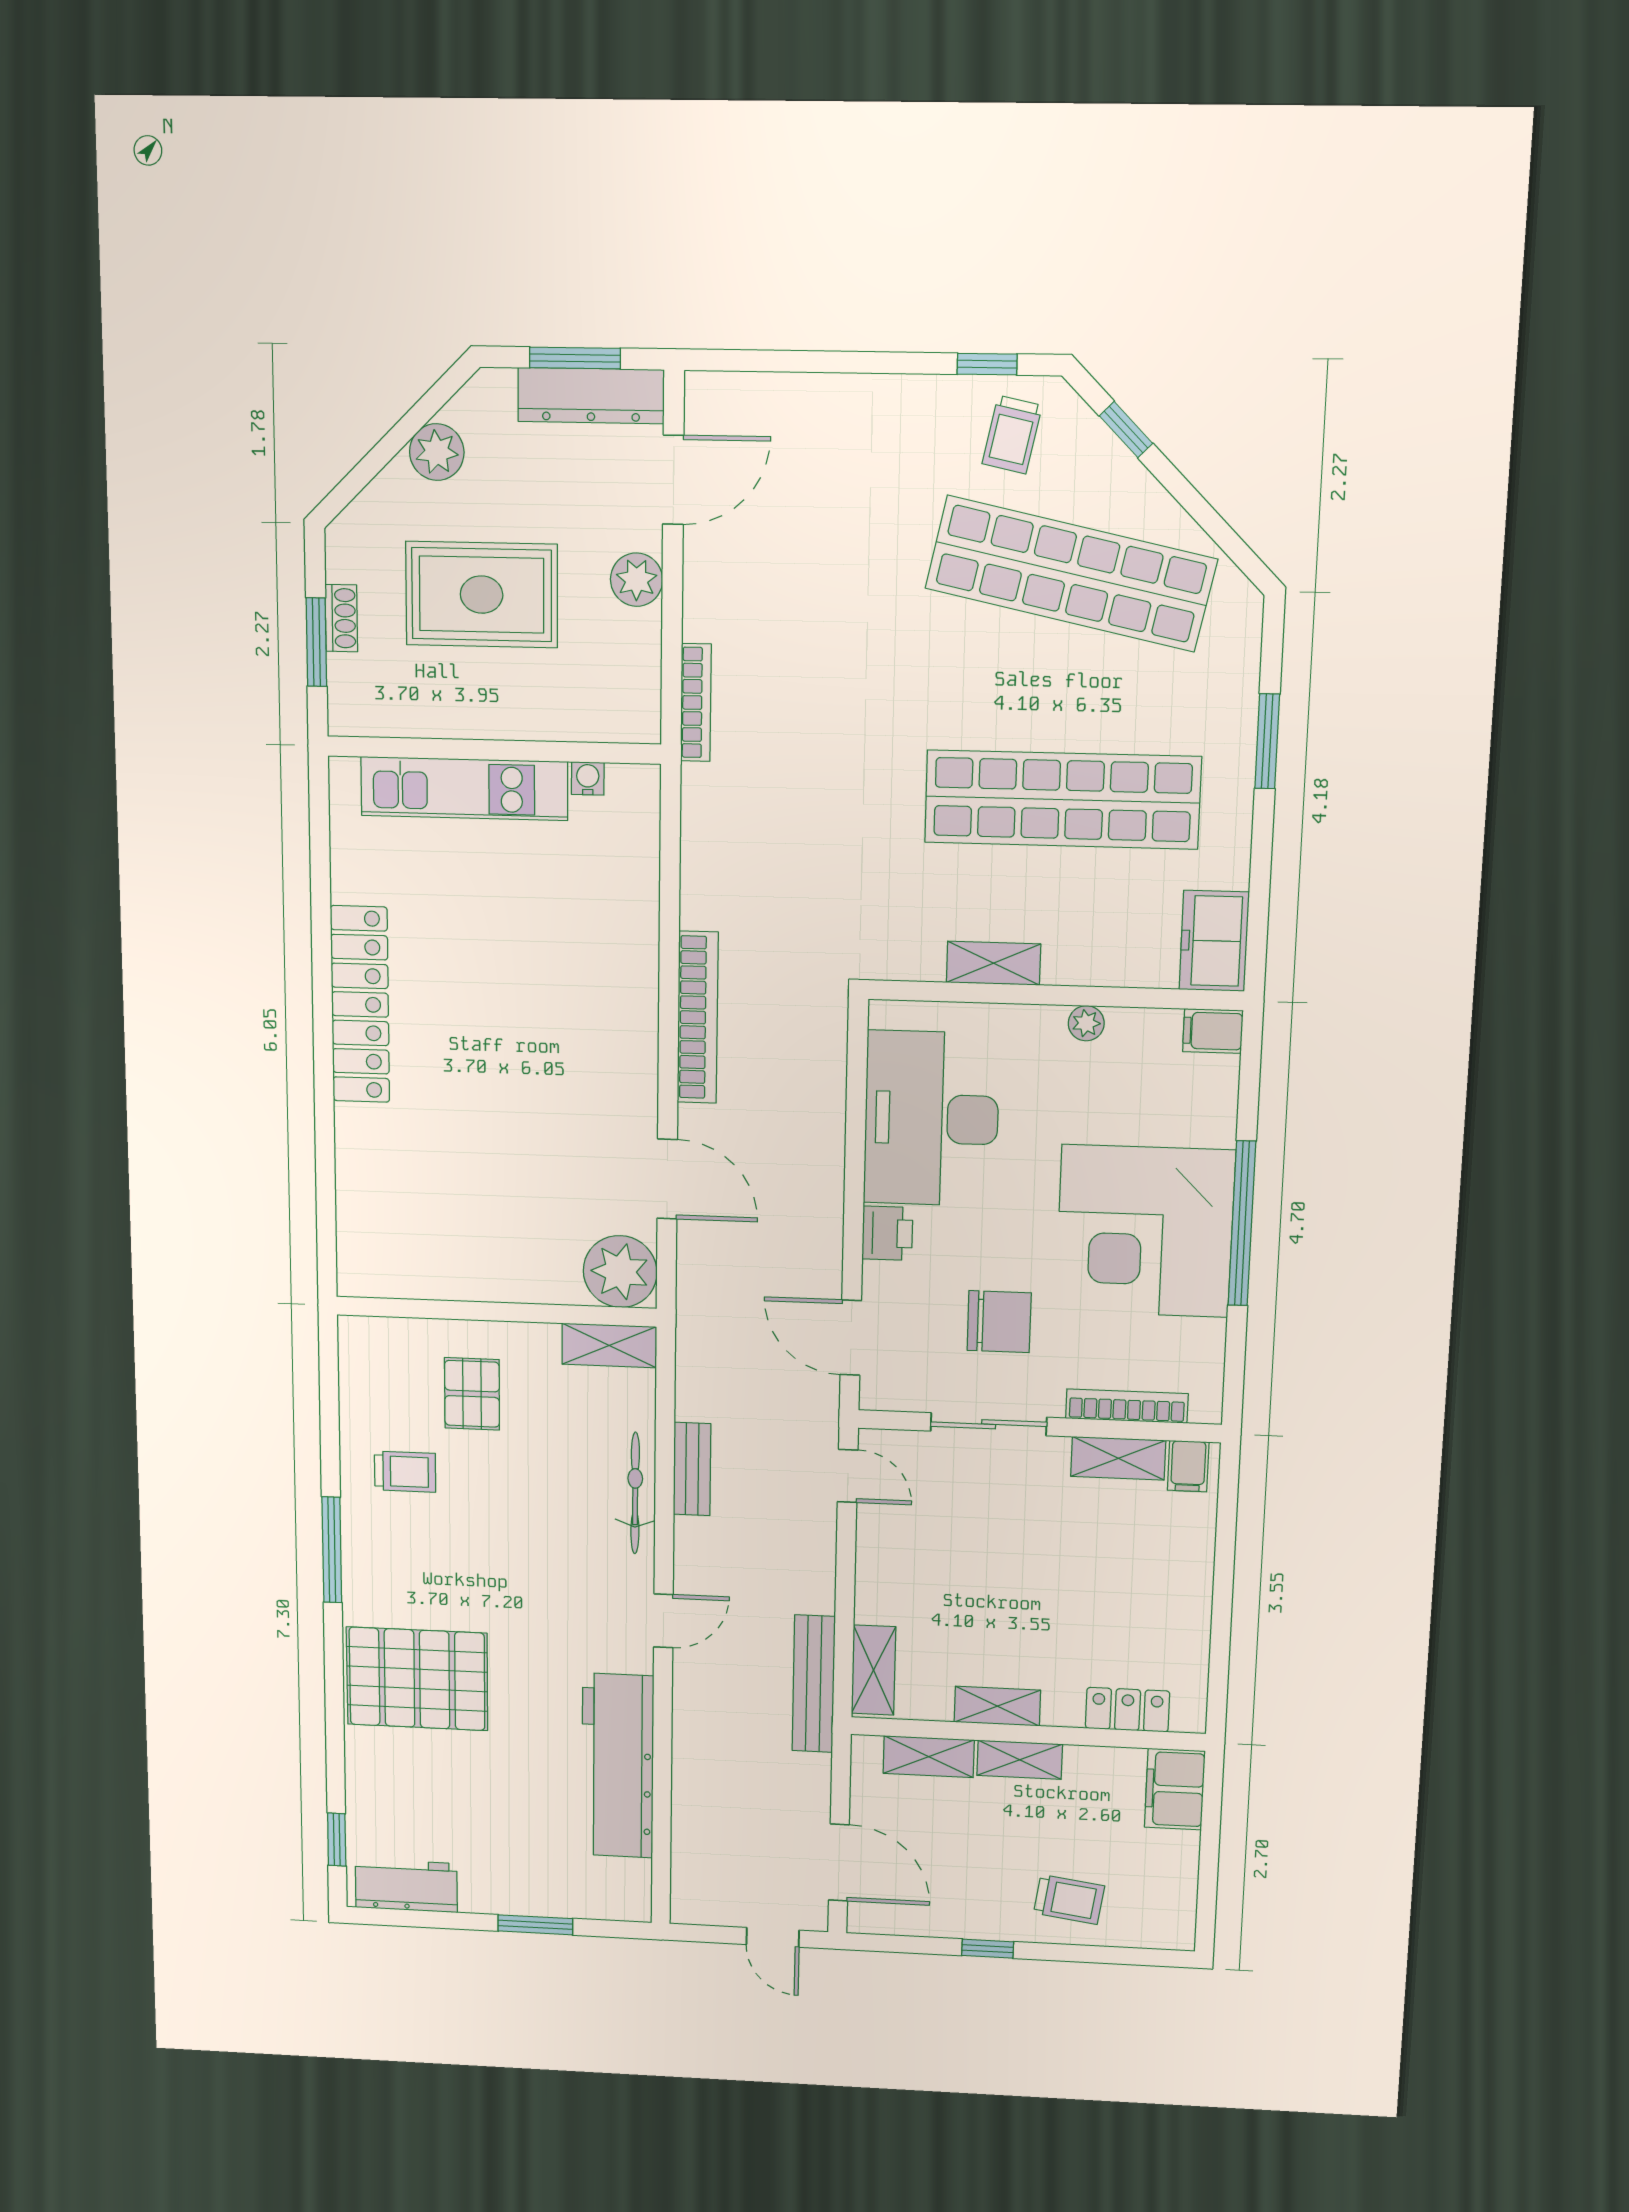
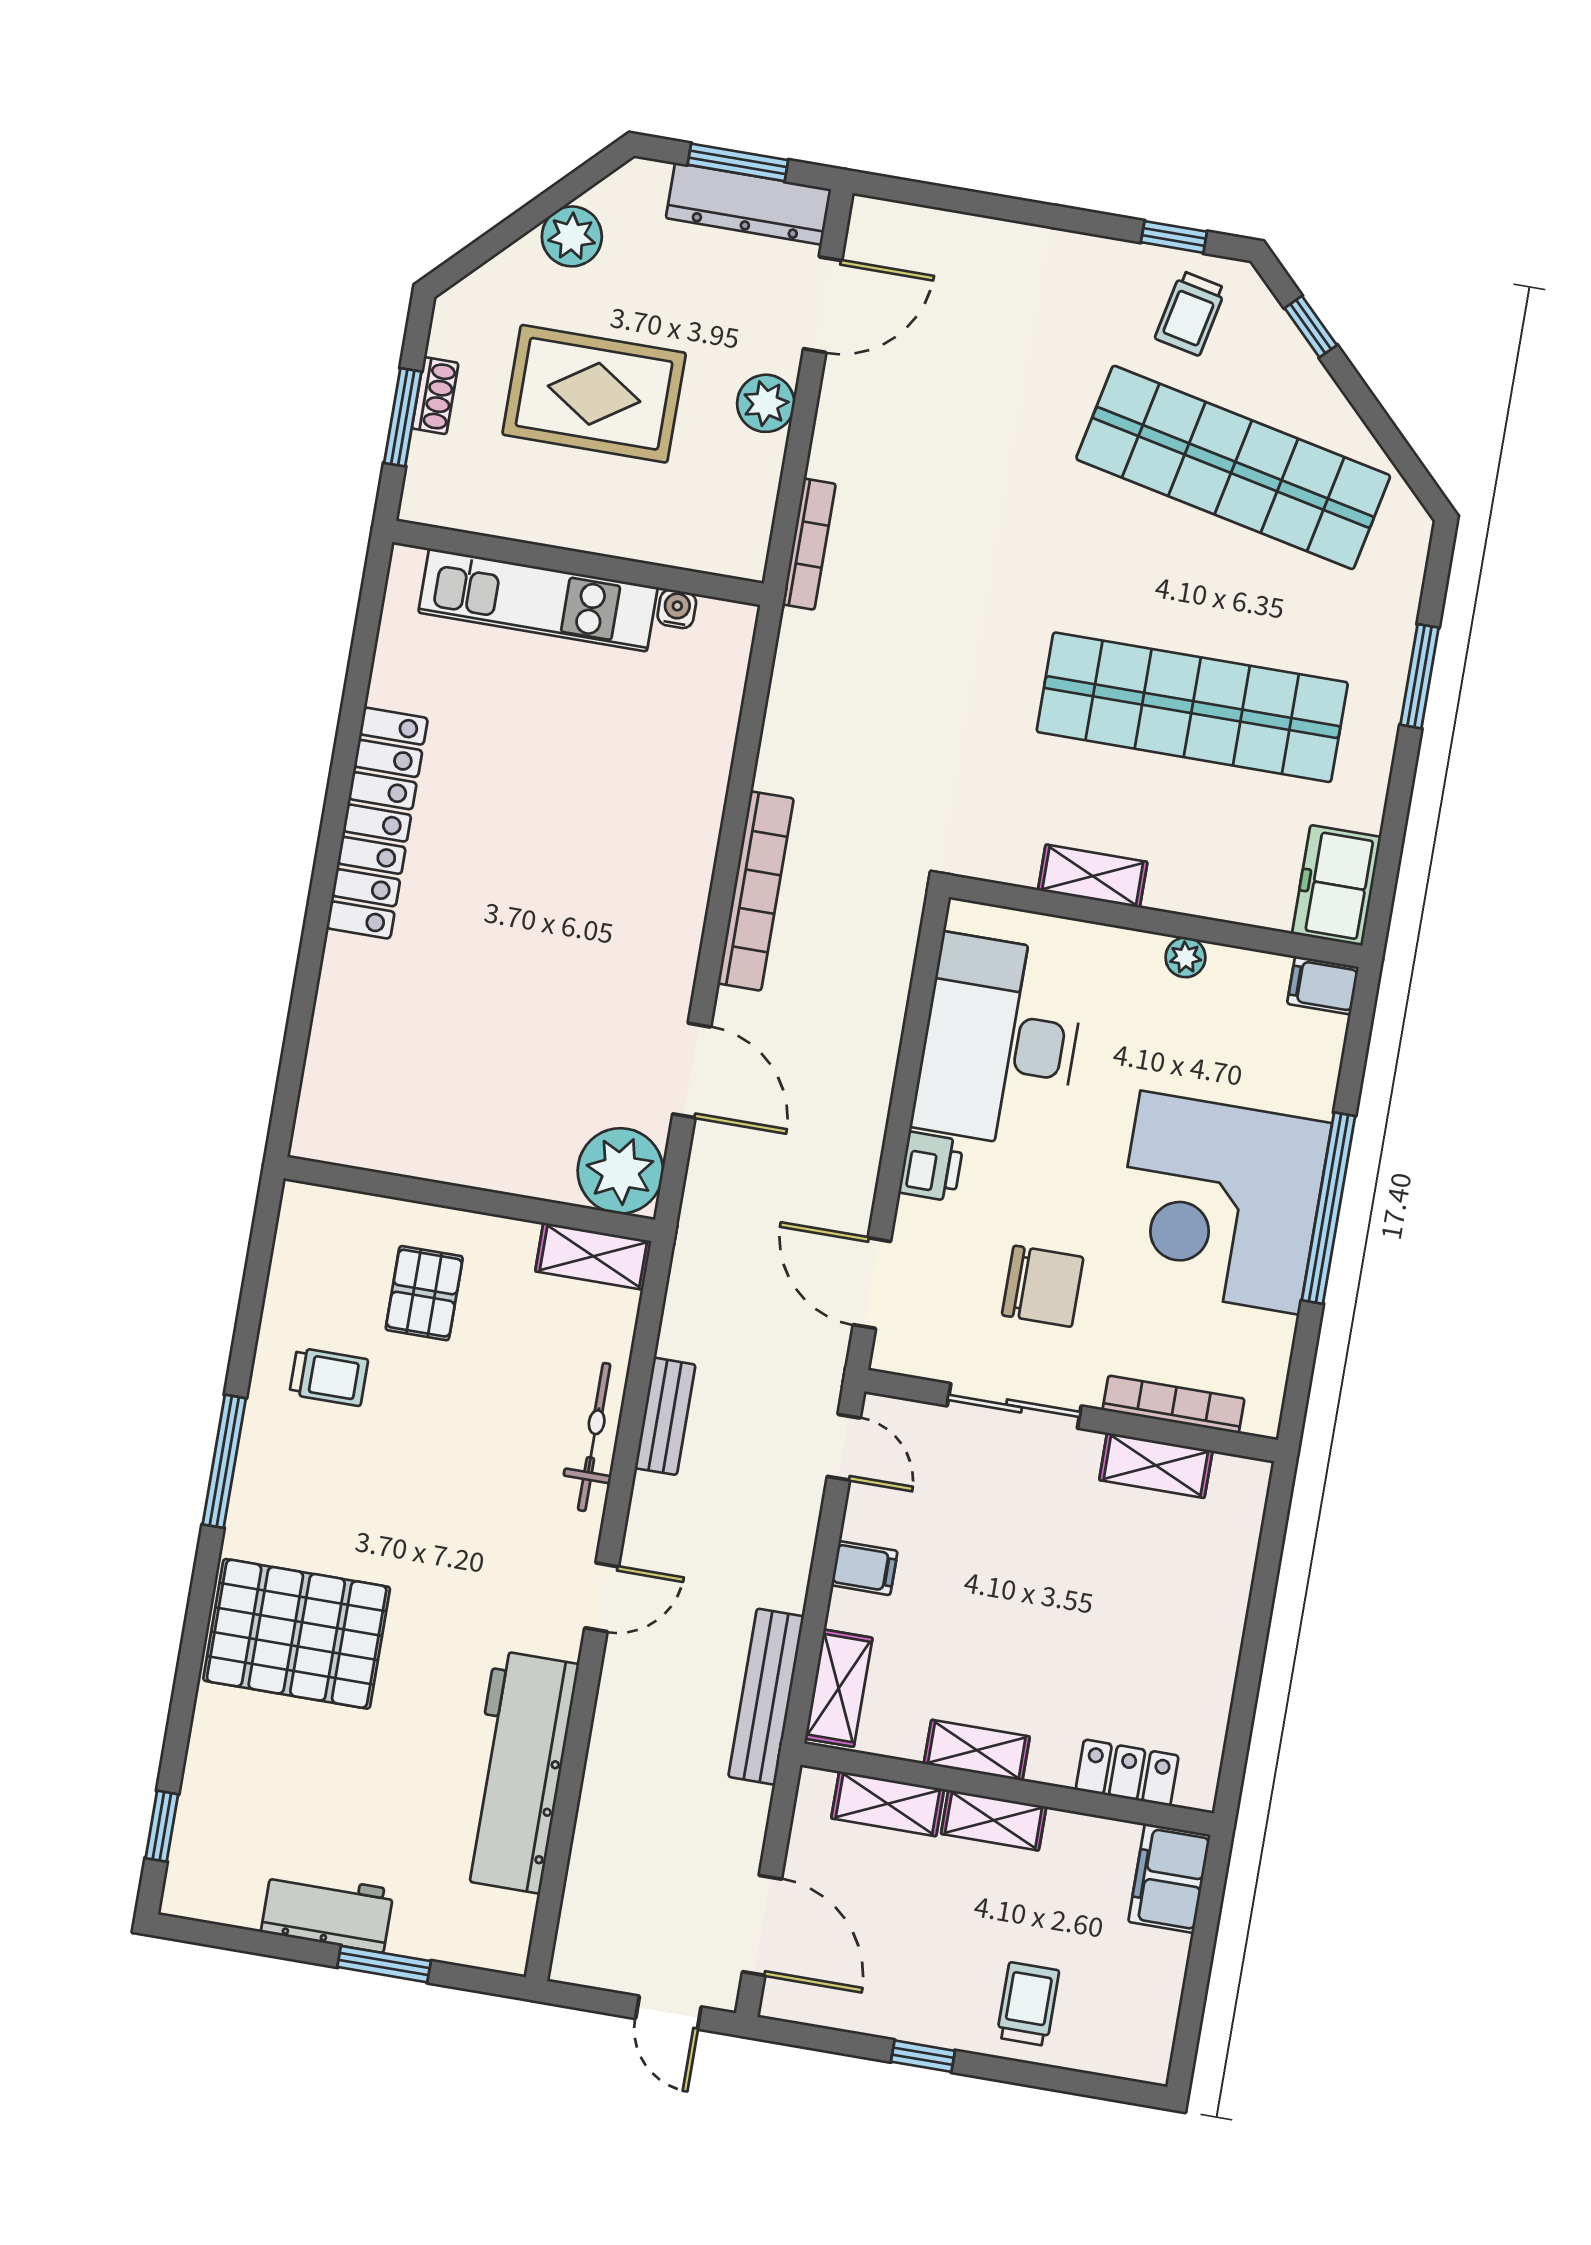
filing cabinet: (1188, 1466) -> (864, 1568), moved, turned -90
workbench: (406, 1886) -> (327, 1911), moved
trolley: (1069, 1900) -> (1028, 2004), turned -98

